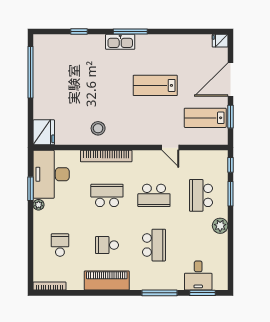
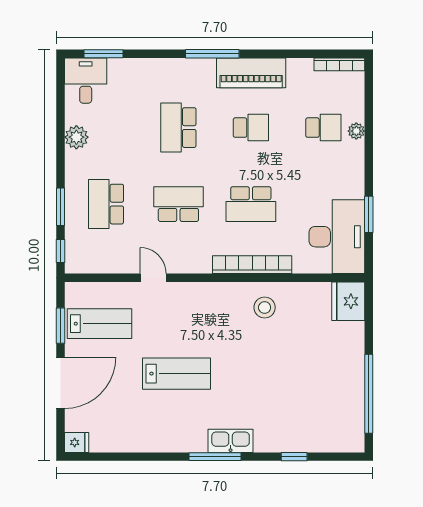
school desk: (201, 195) -> (106, 204), turned 180
plant: (39, 205) -> (356, 131), moved
plant: (220, 226) -> (76, 137), moved
school desk: (60, 245) -> (323, 128), turned -90
desk: (198, 276) -> (86, 81), moved
window: (159, 293) -> (212, 54), moved

